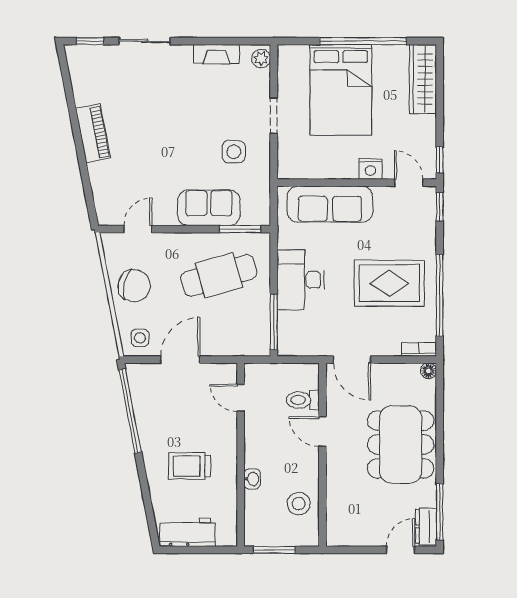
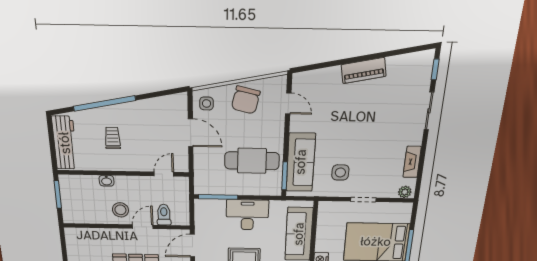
sofa: (209, 208) -> (301, 162), width x1.36
cafe table: (219, 275) -> (252, 161), turned -74
window: (130, 411) -> (104, 103), moved
trolley: (190, 466) -> (113, 138), width x0.73, depth x0.72
stool: (299, 504) -> (120, 210), moved
workbench: (187, 532) -> (65, 143), width x1.37

